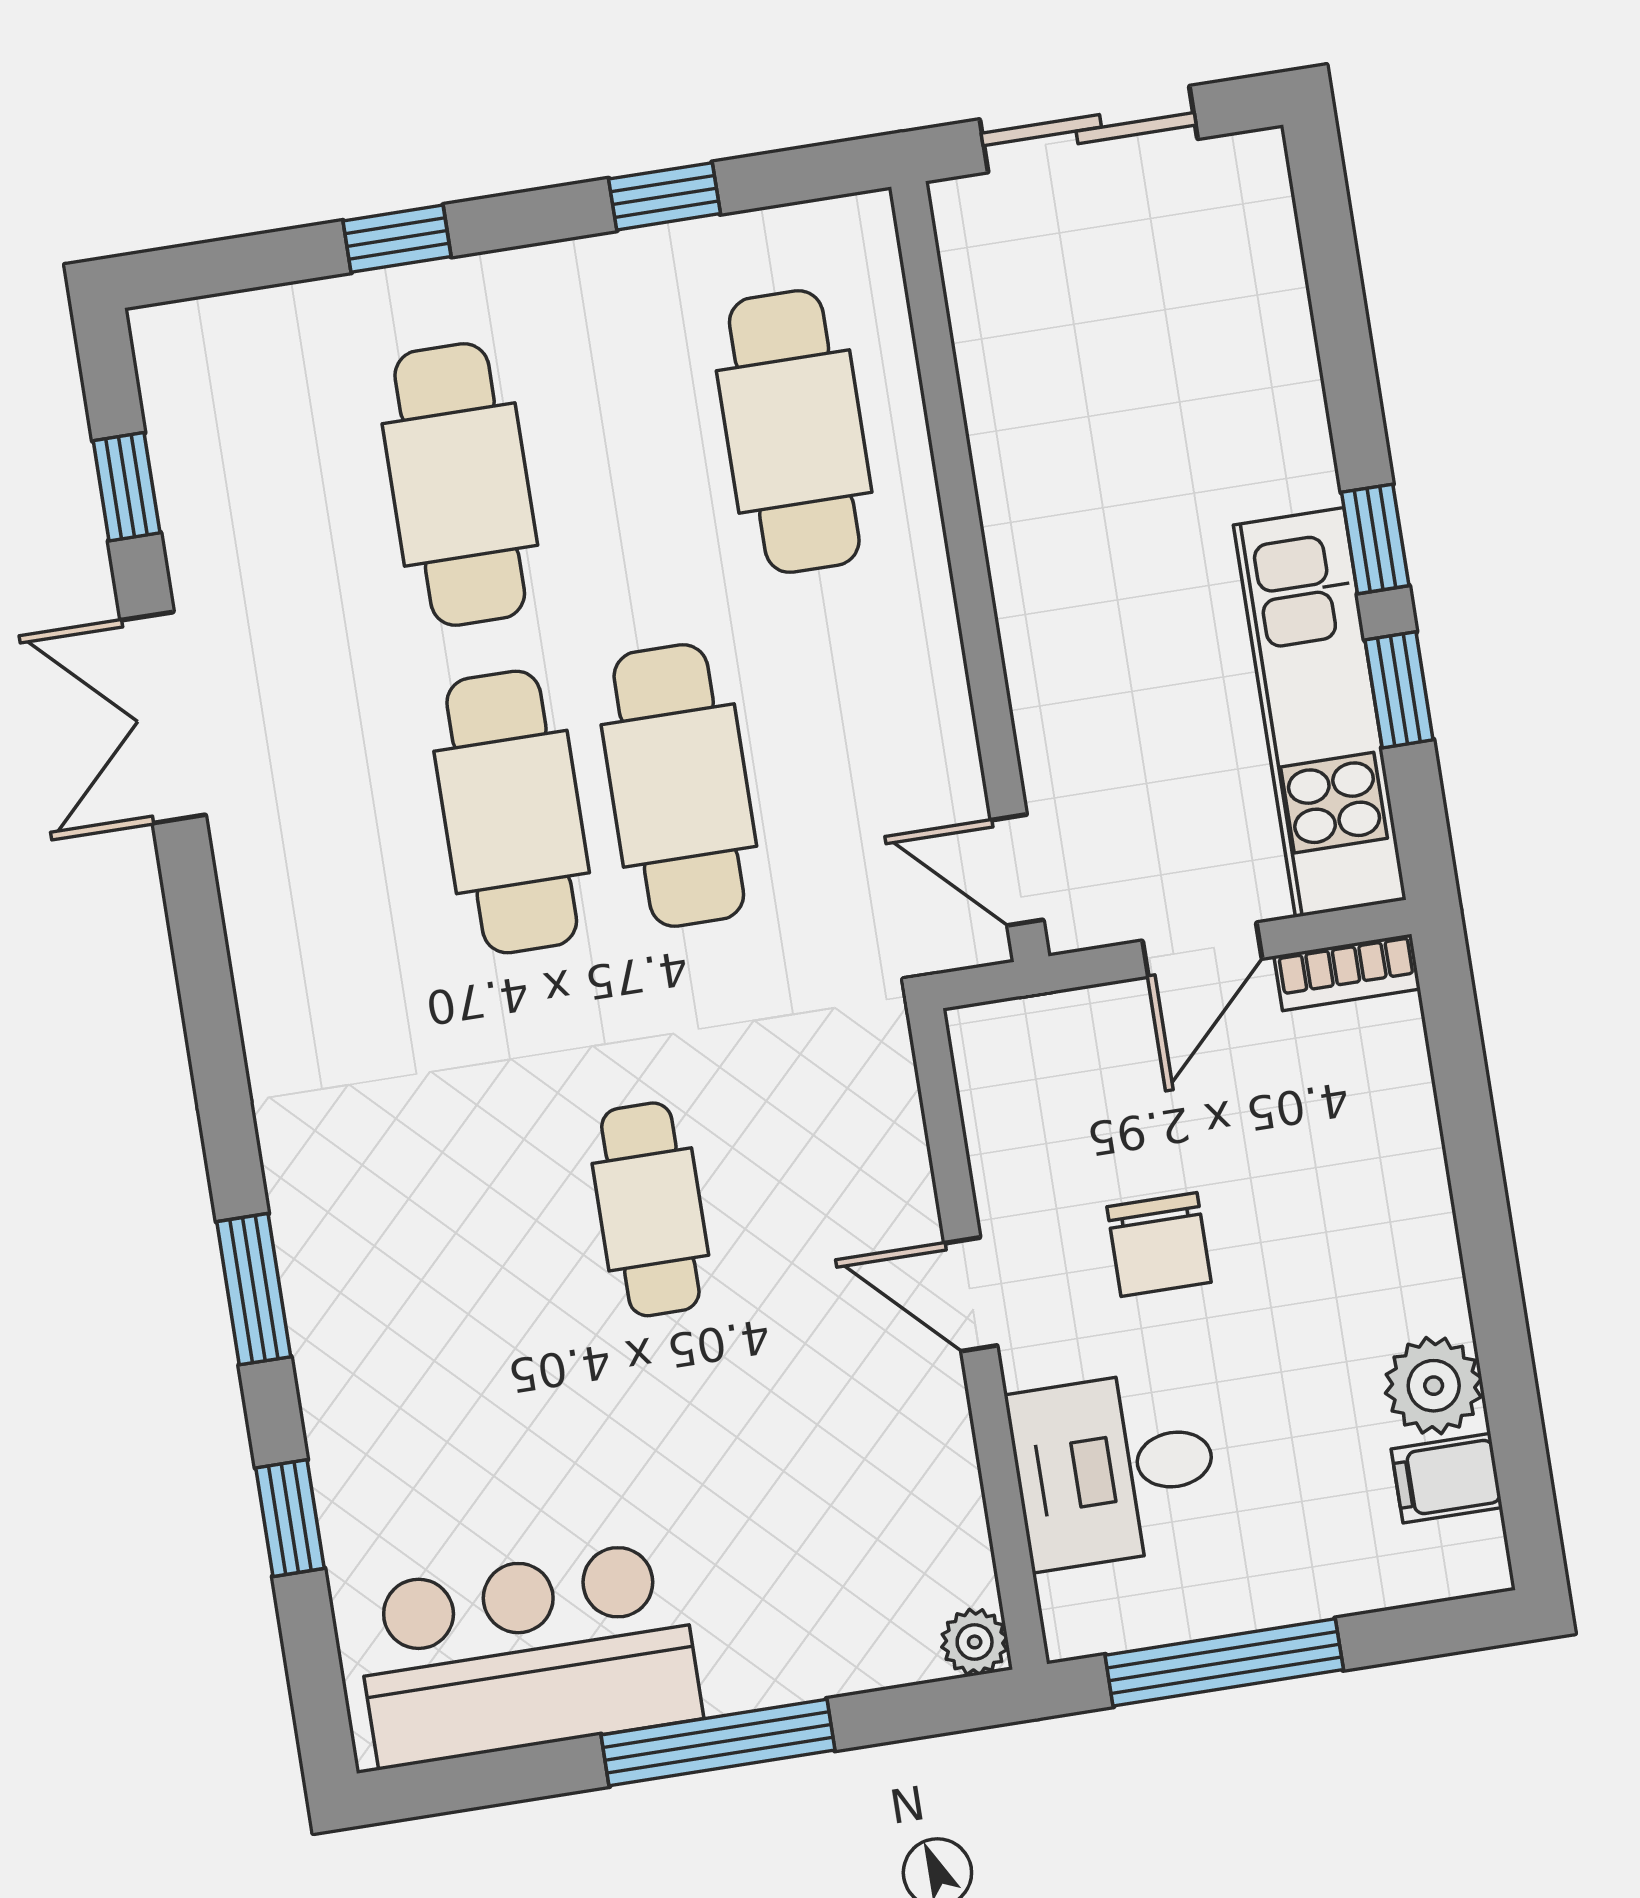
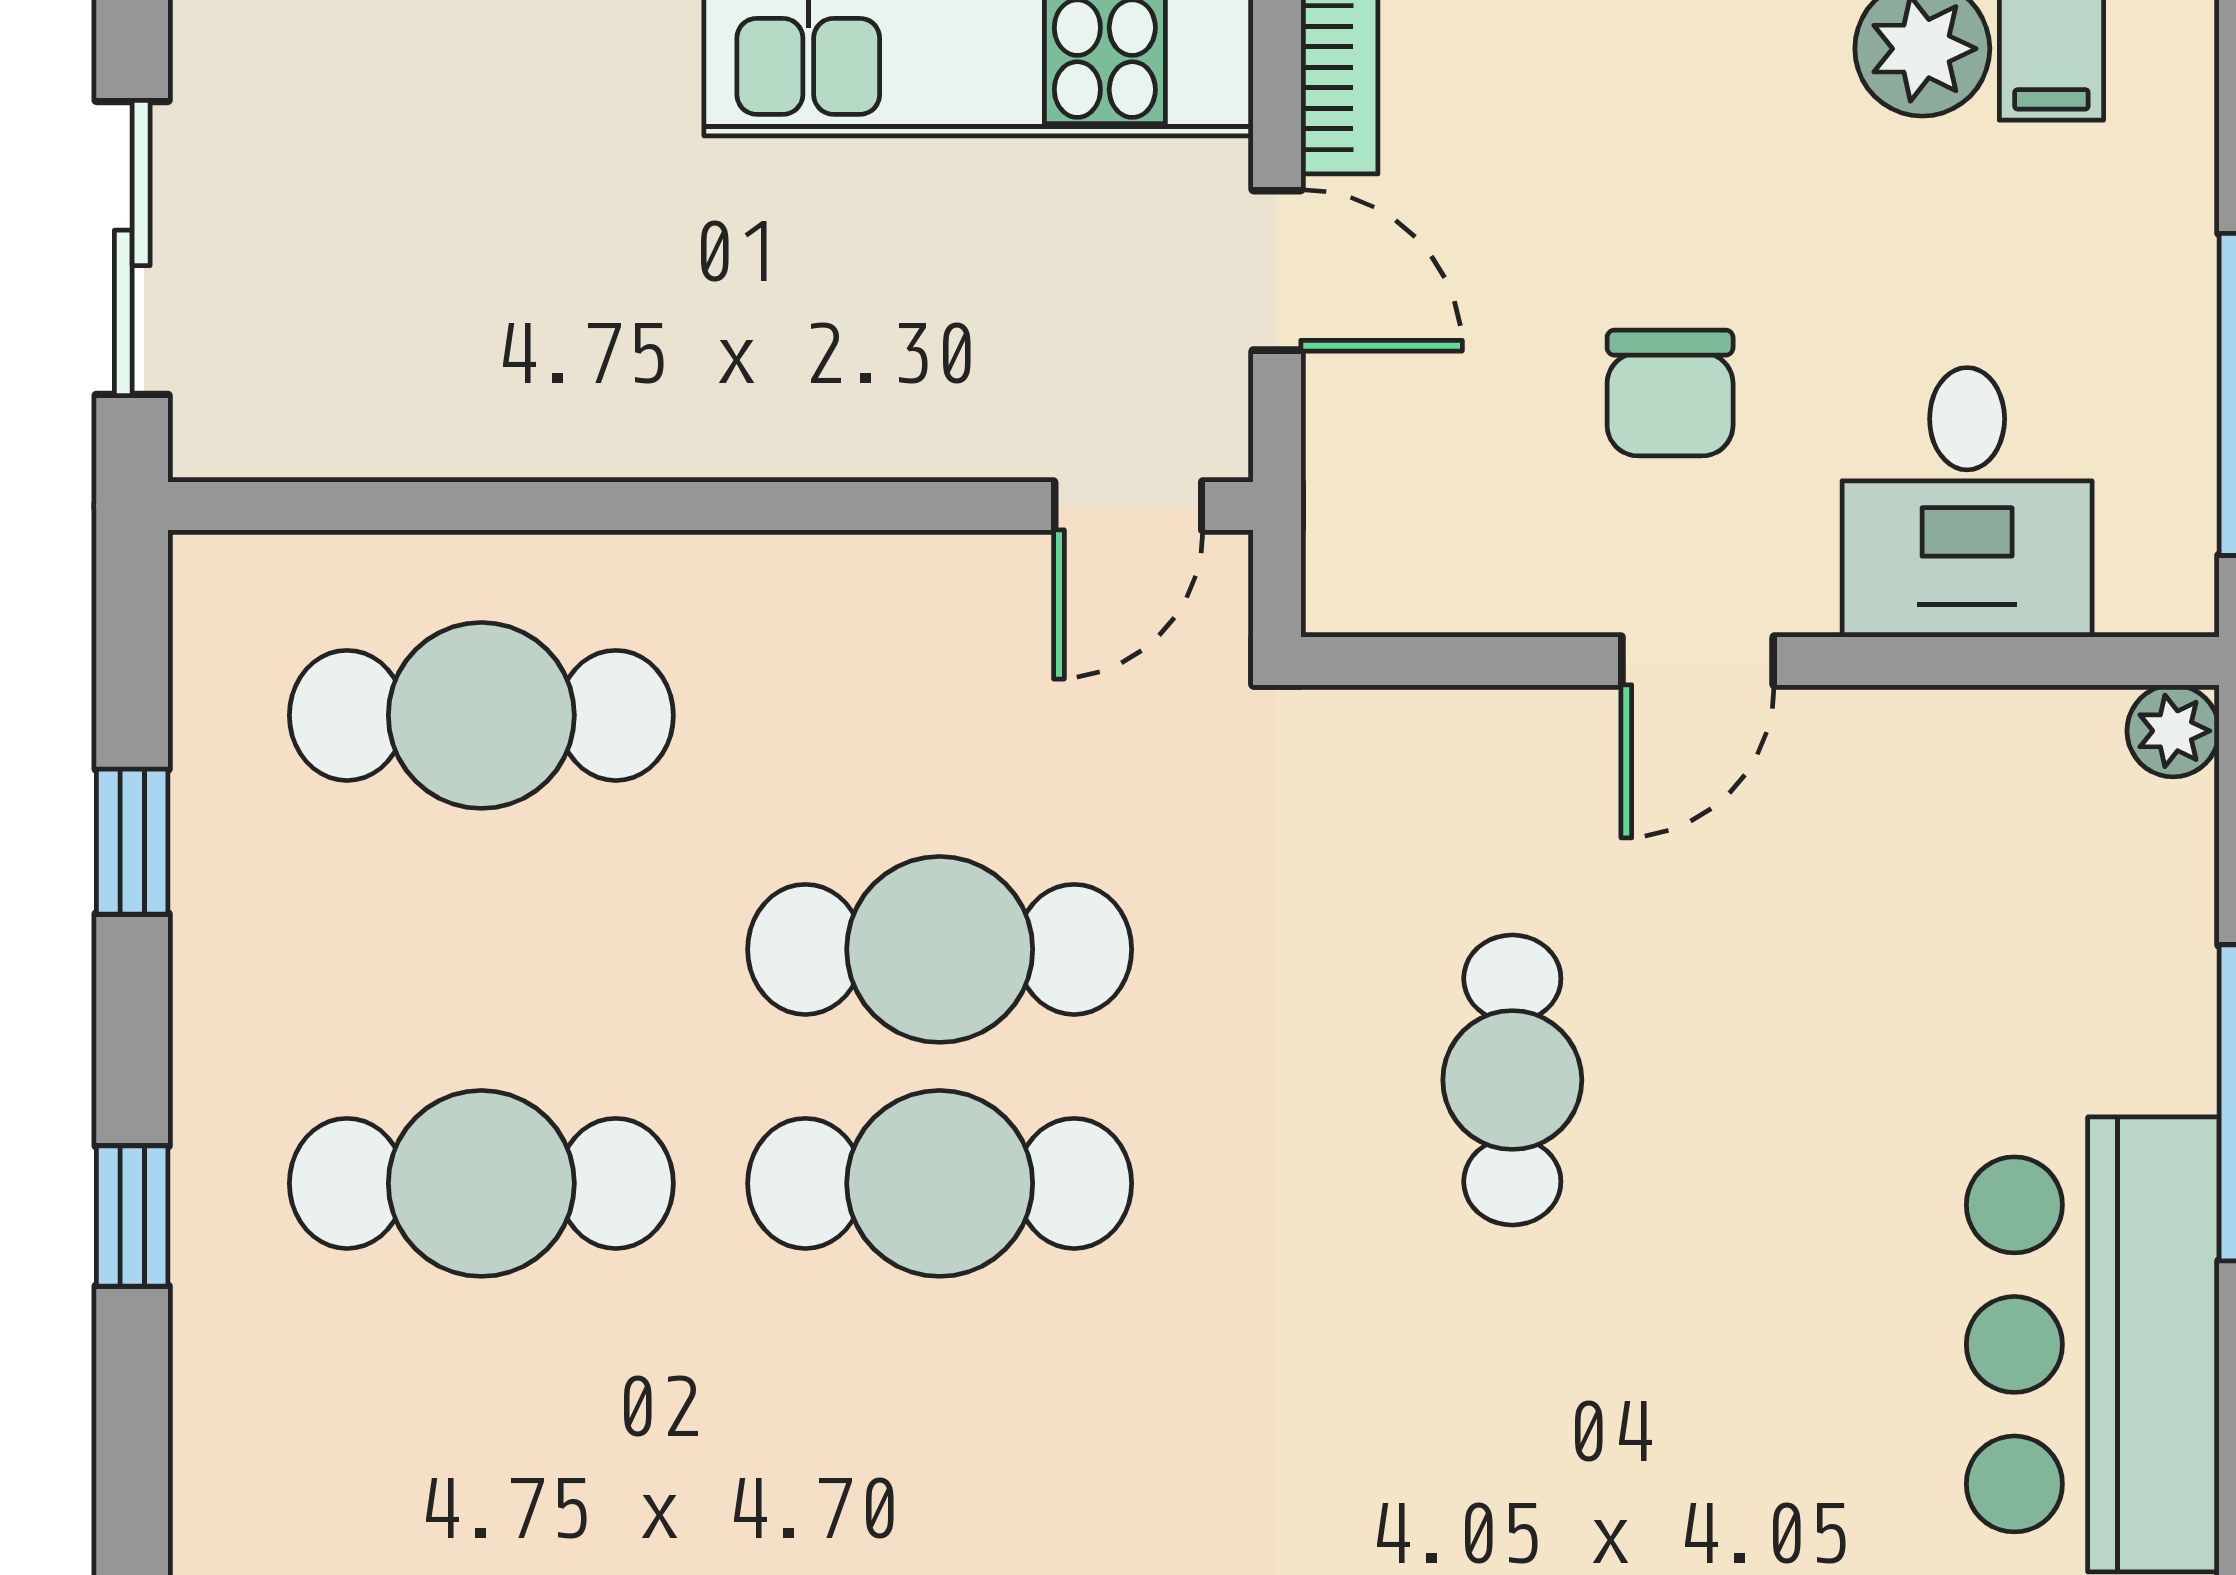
cafe table: (650, 1209) -> (1512, 1080), turned 90
chair: (1159, 1244) -> (1670, 393), turned 90

